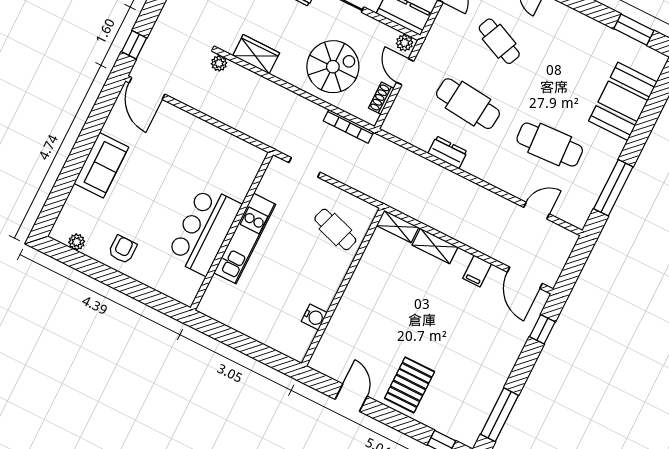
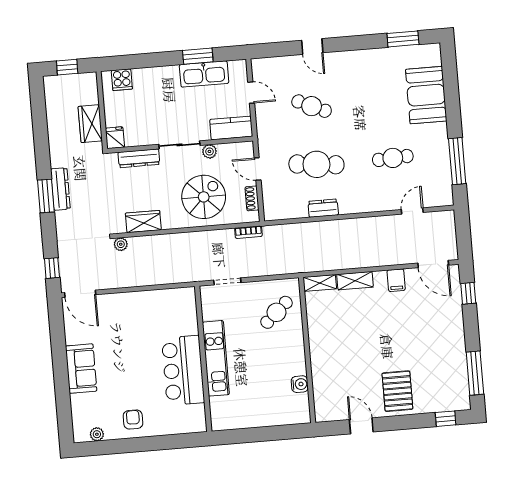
plant: (405, 43) -> (209, 151), moved
bookcase: (348, 126) -> (248, 232), width x0.64
cafe table: (550, 145) -> (393, 158), width x0.73, depth x0.74
cafe table: (335, 229) -> (277, 312), turned -60

